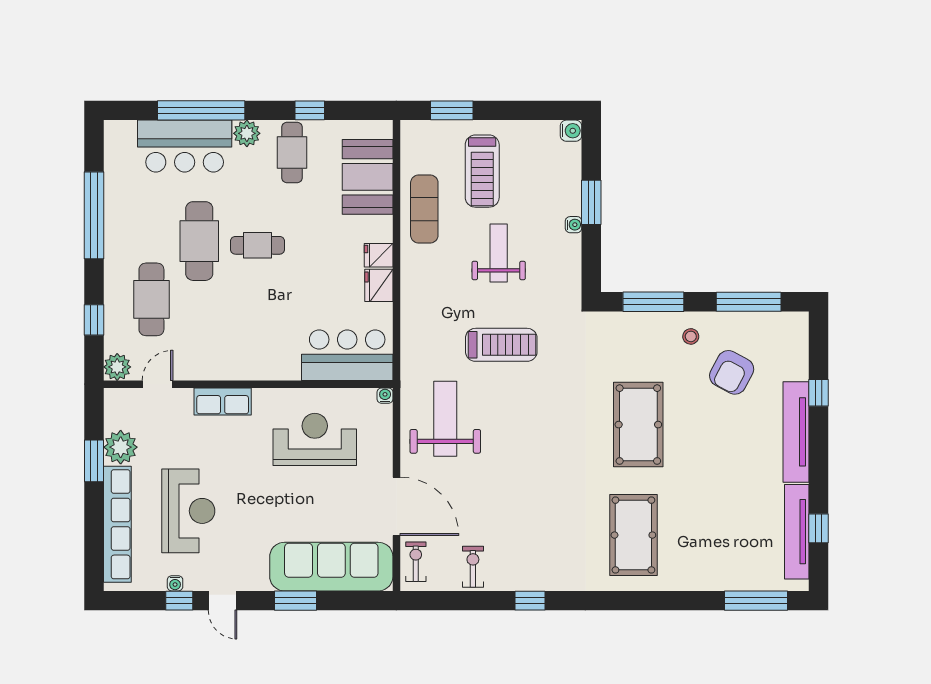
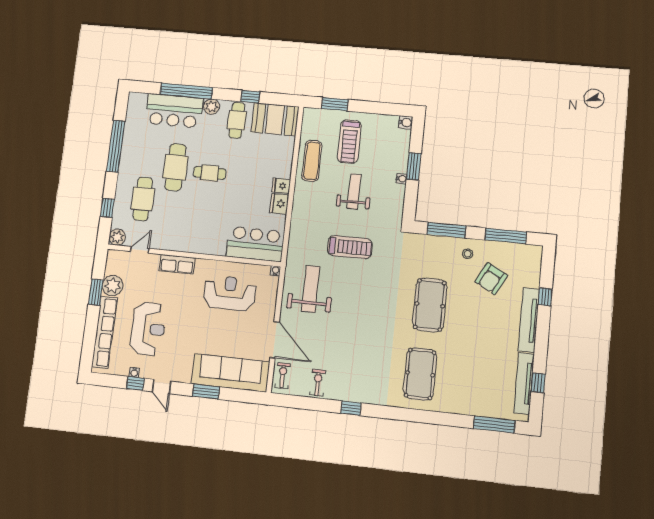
booth: (368, 177) -> (275, 119), moved, turned 90

